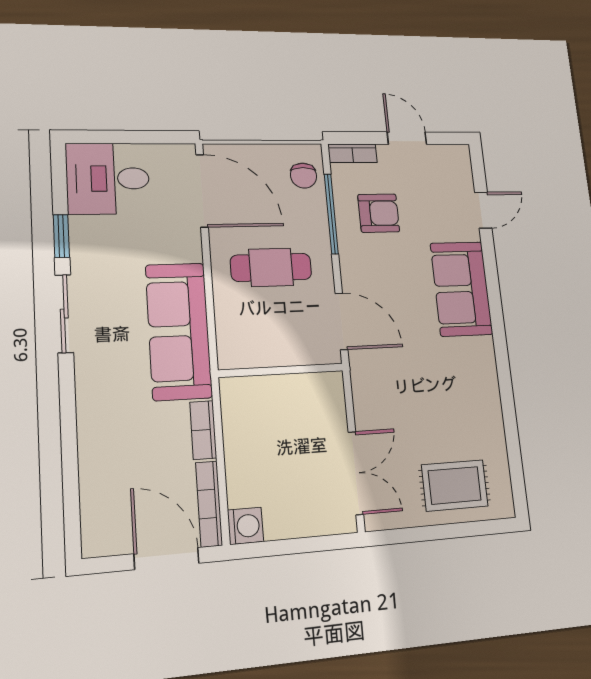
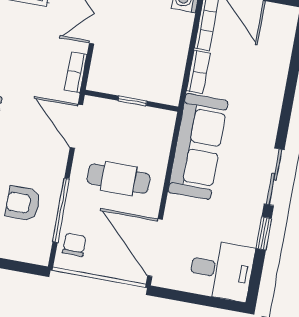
bookcase: (353, 153) -> (76, 72), moved, turned -90
window: (280, 370) -> (132, 101), added

